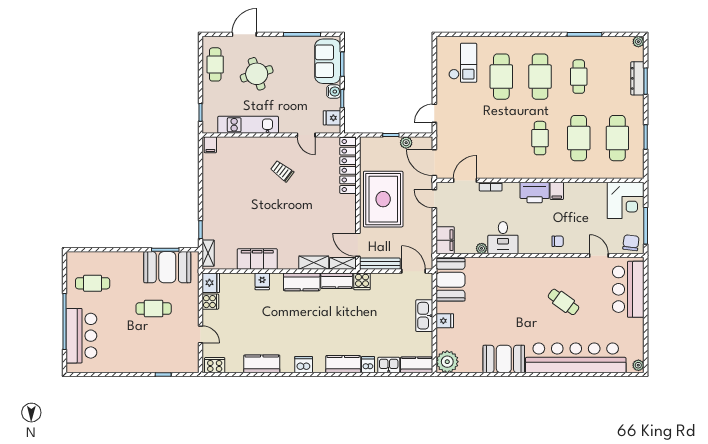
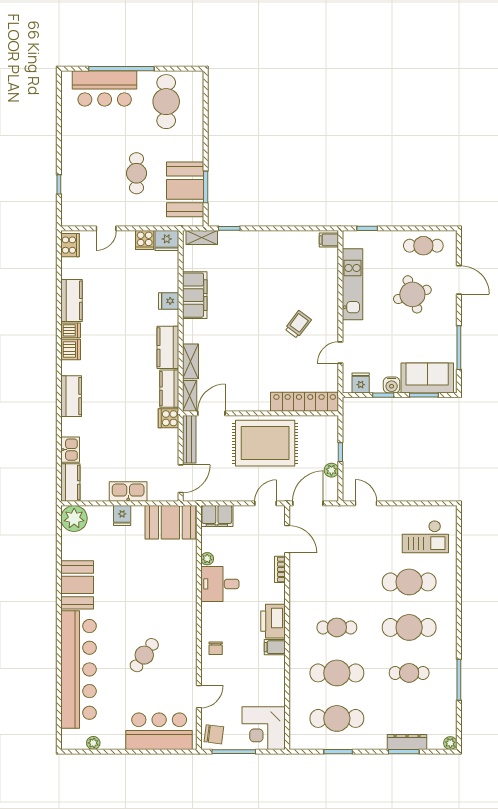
cafe table: (93, 283) -> (166, 102), width x1.37, depth x1.35
dishwasher: (368, 365) -> (71, 330), moved
plant: (638, 365) -> (93, 743), moved

